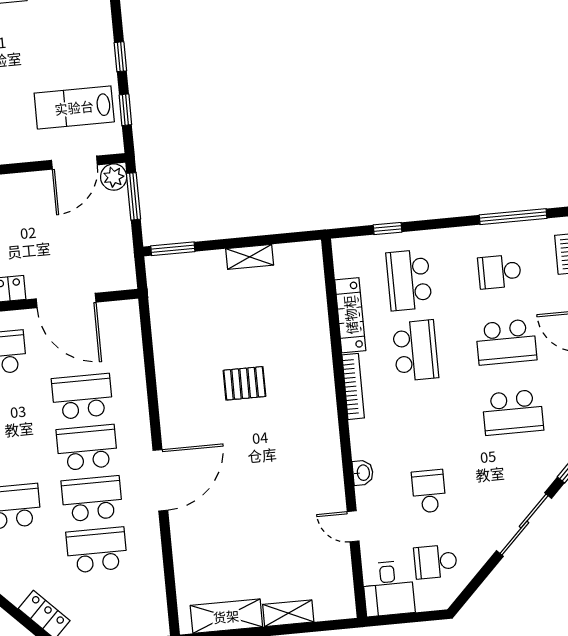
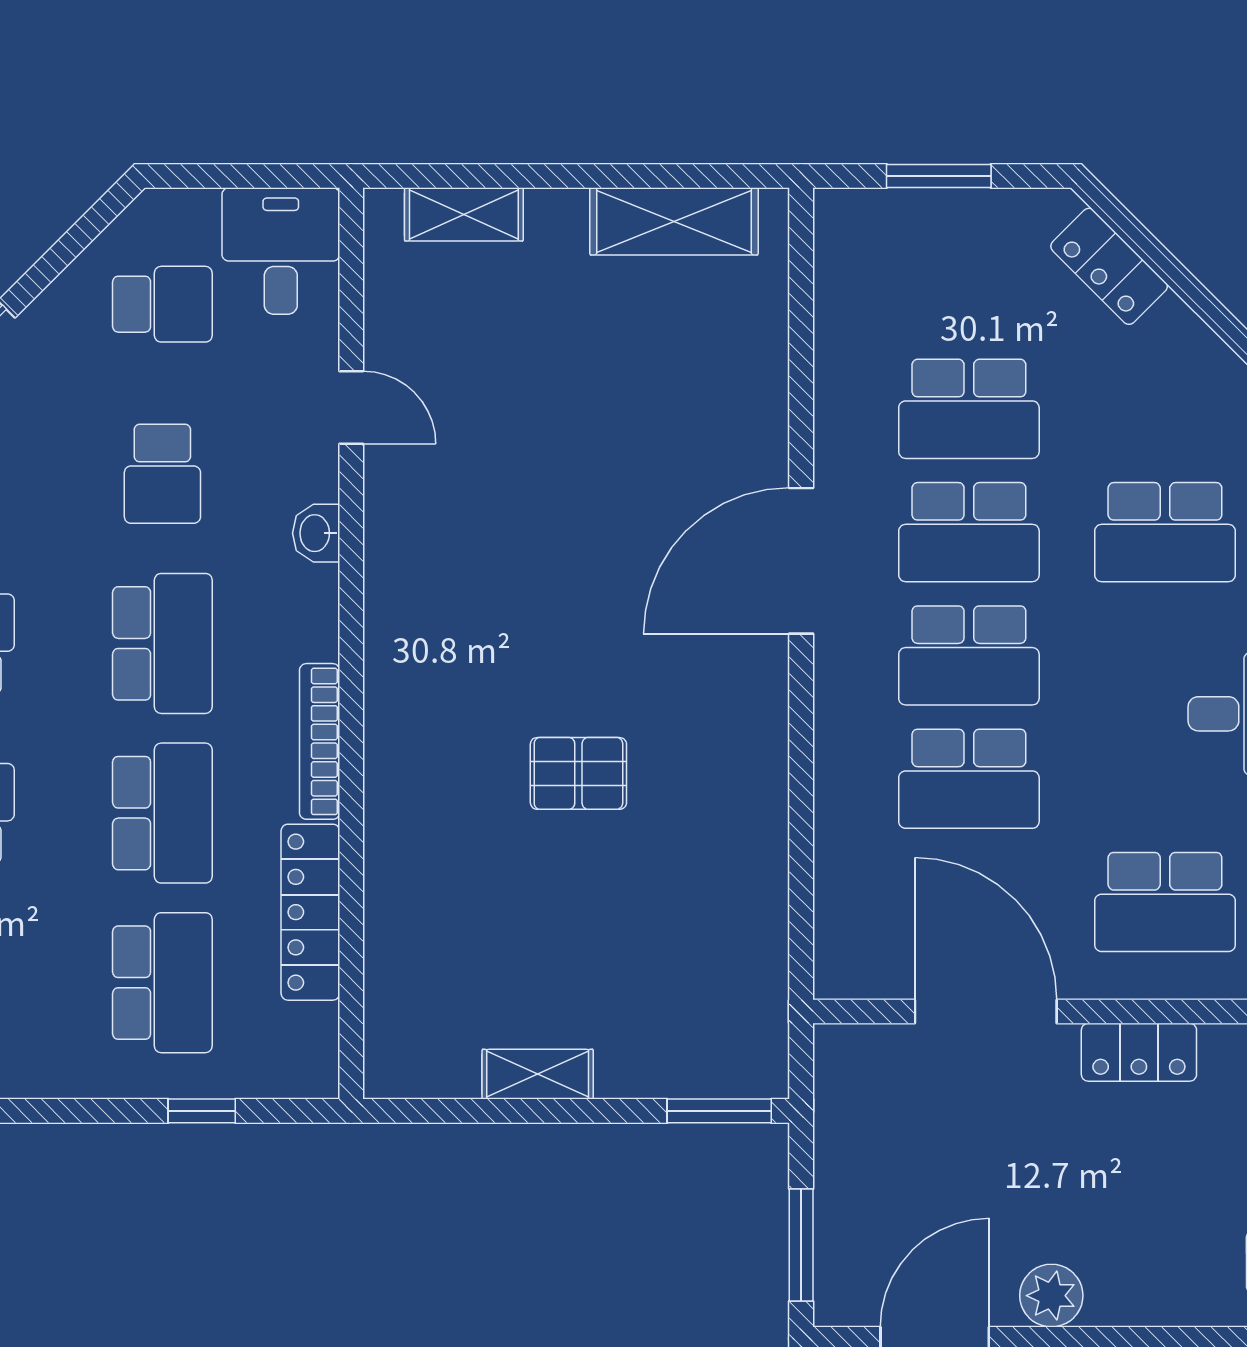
plant: (114, 177) -> (1051, 1296), moved
school desk: (416, 351) -> (162, 813), turned 180
school desk: (422, 421) -> (162, 643), added
shelving: (288, 613) -> (464, 214), moved

